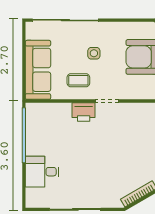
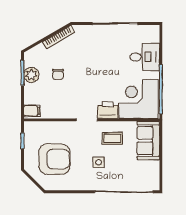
sofa: (38, 70) -> (148, 141), width x0.73
corner desk: (49, 124) -> (138, 99), added
chair: (139, 152) -> (58, 74), added

